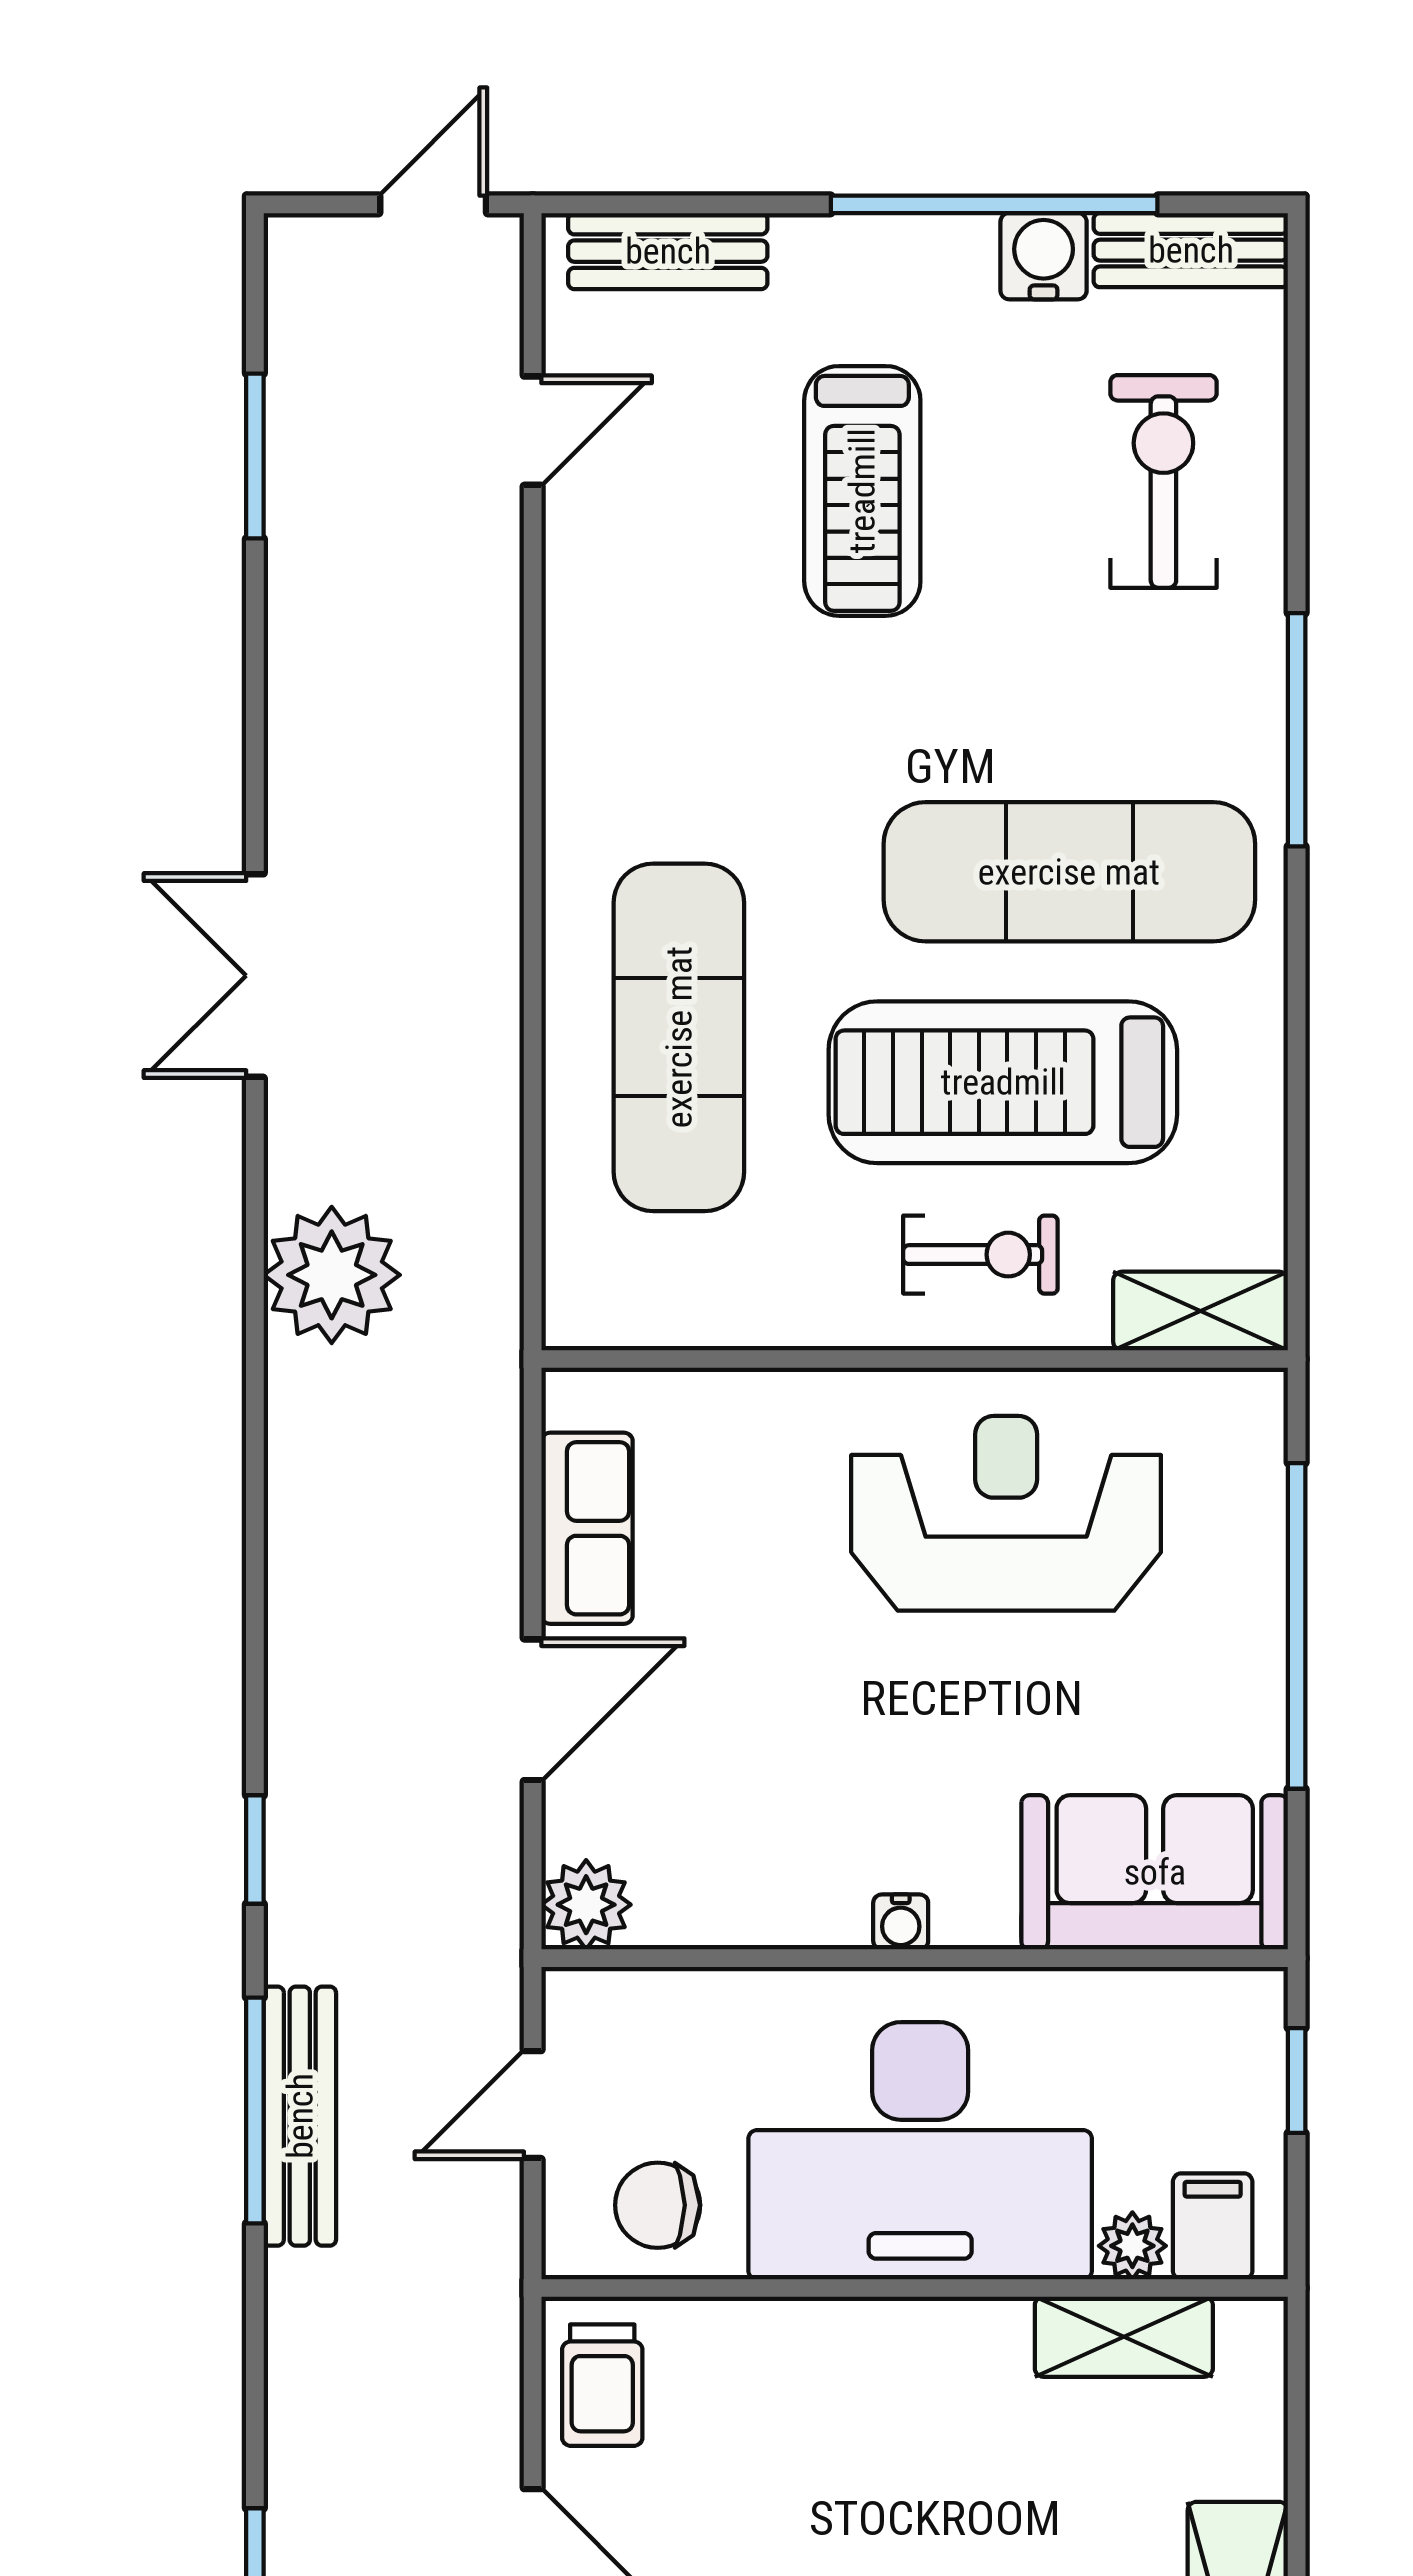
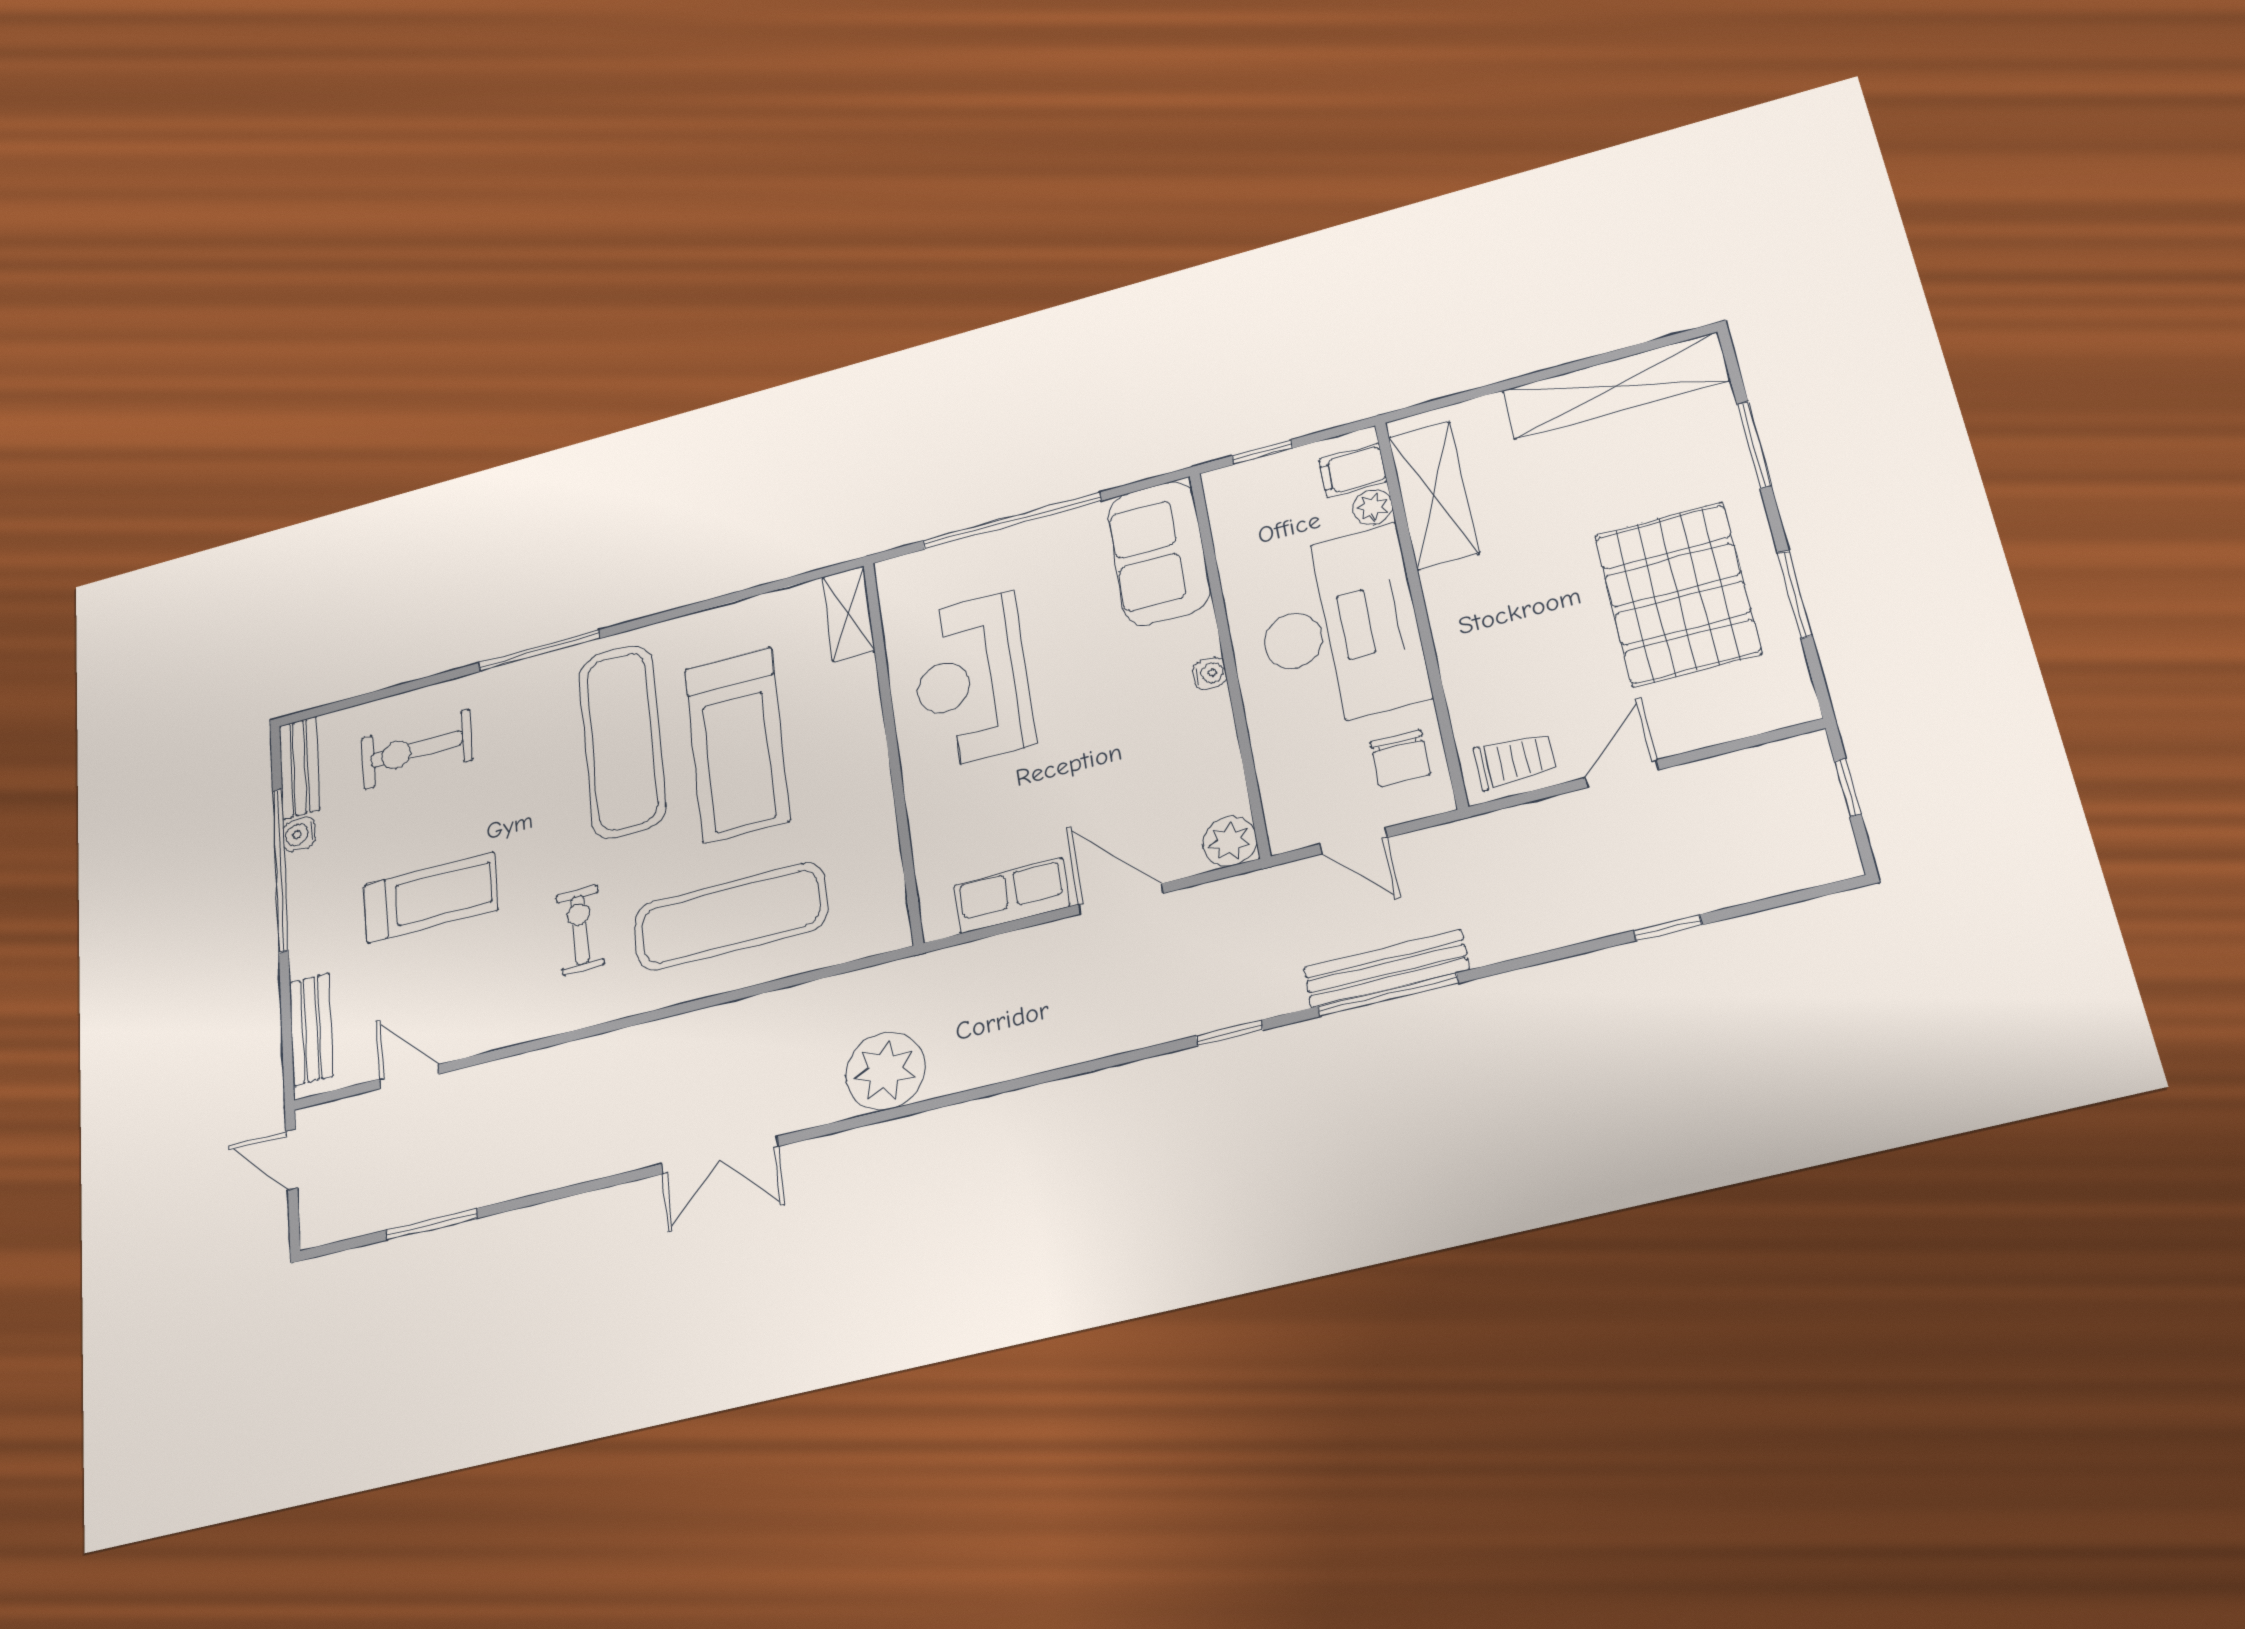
water cooler: (1044, 256) -> (299, 834), width x0.72, depth x0.72
exercise bike: (980, 1255) -> (580, 930), moved
shelving: (1124, 2337) -> (1433, 495), width x1.50, depth x1.33

